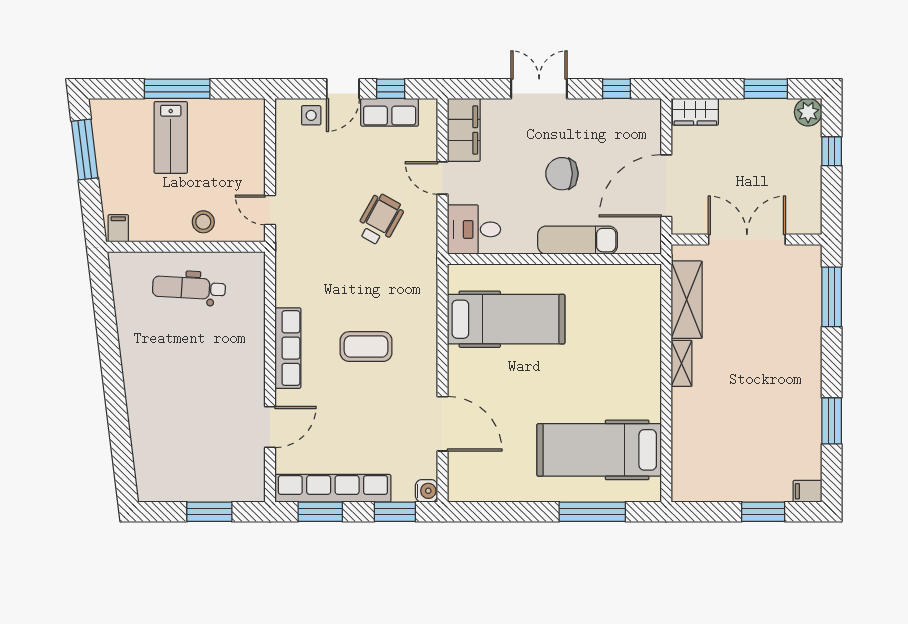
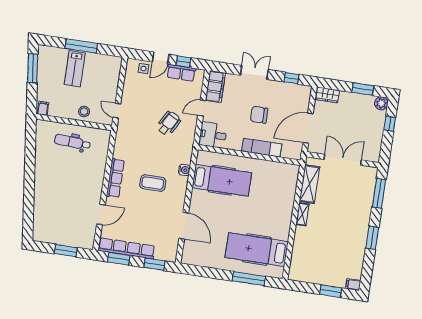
door: (443, 178) -> (202, 108), hinge flipped
window: (832, 421) -> (372, 238), moved
water cooler: (426, 491) -> (184, 170), moved

